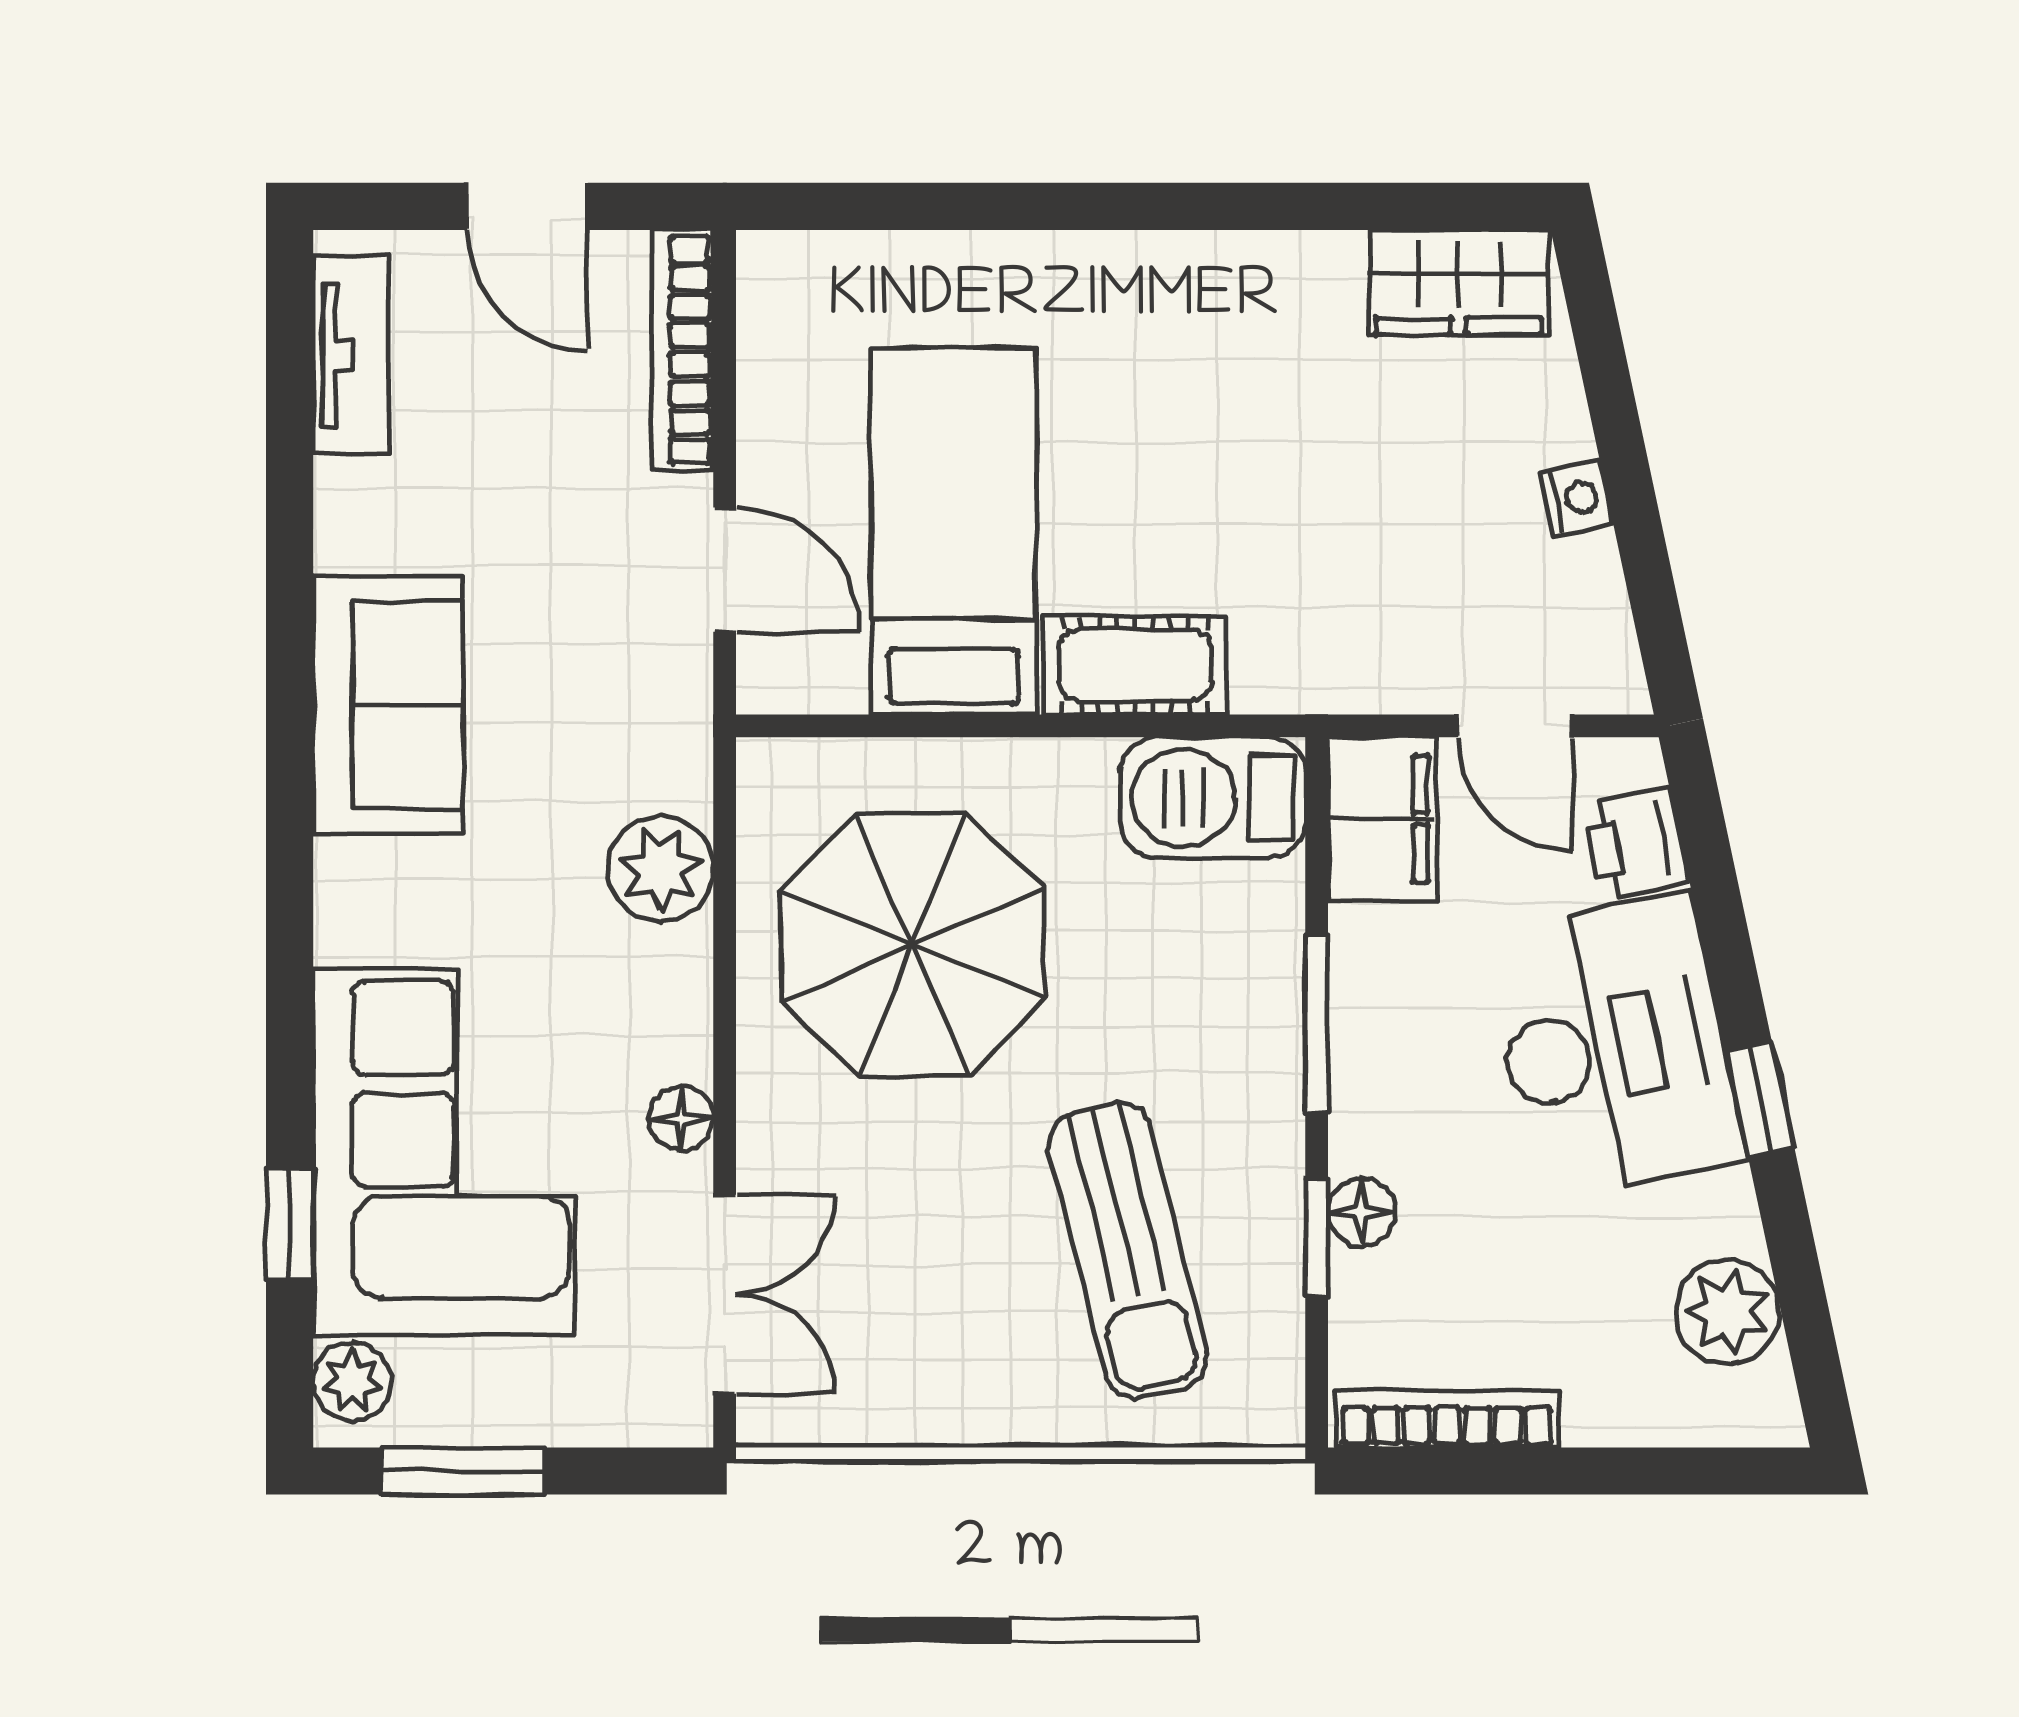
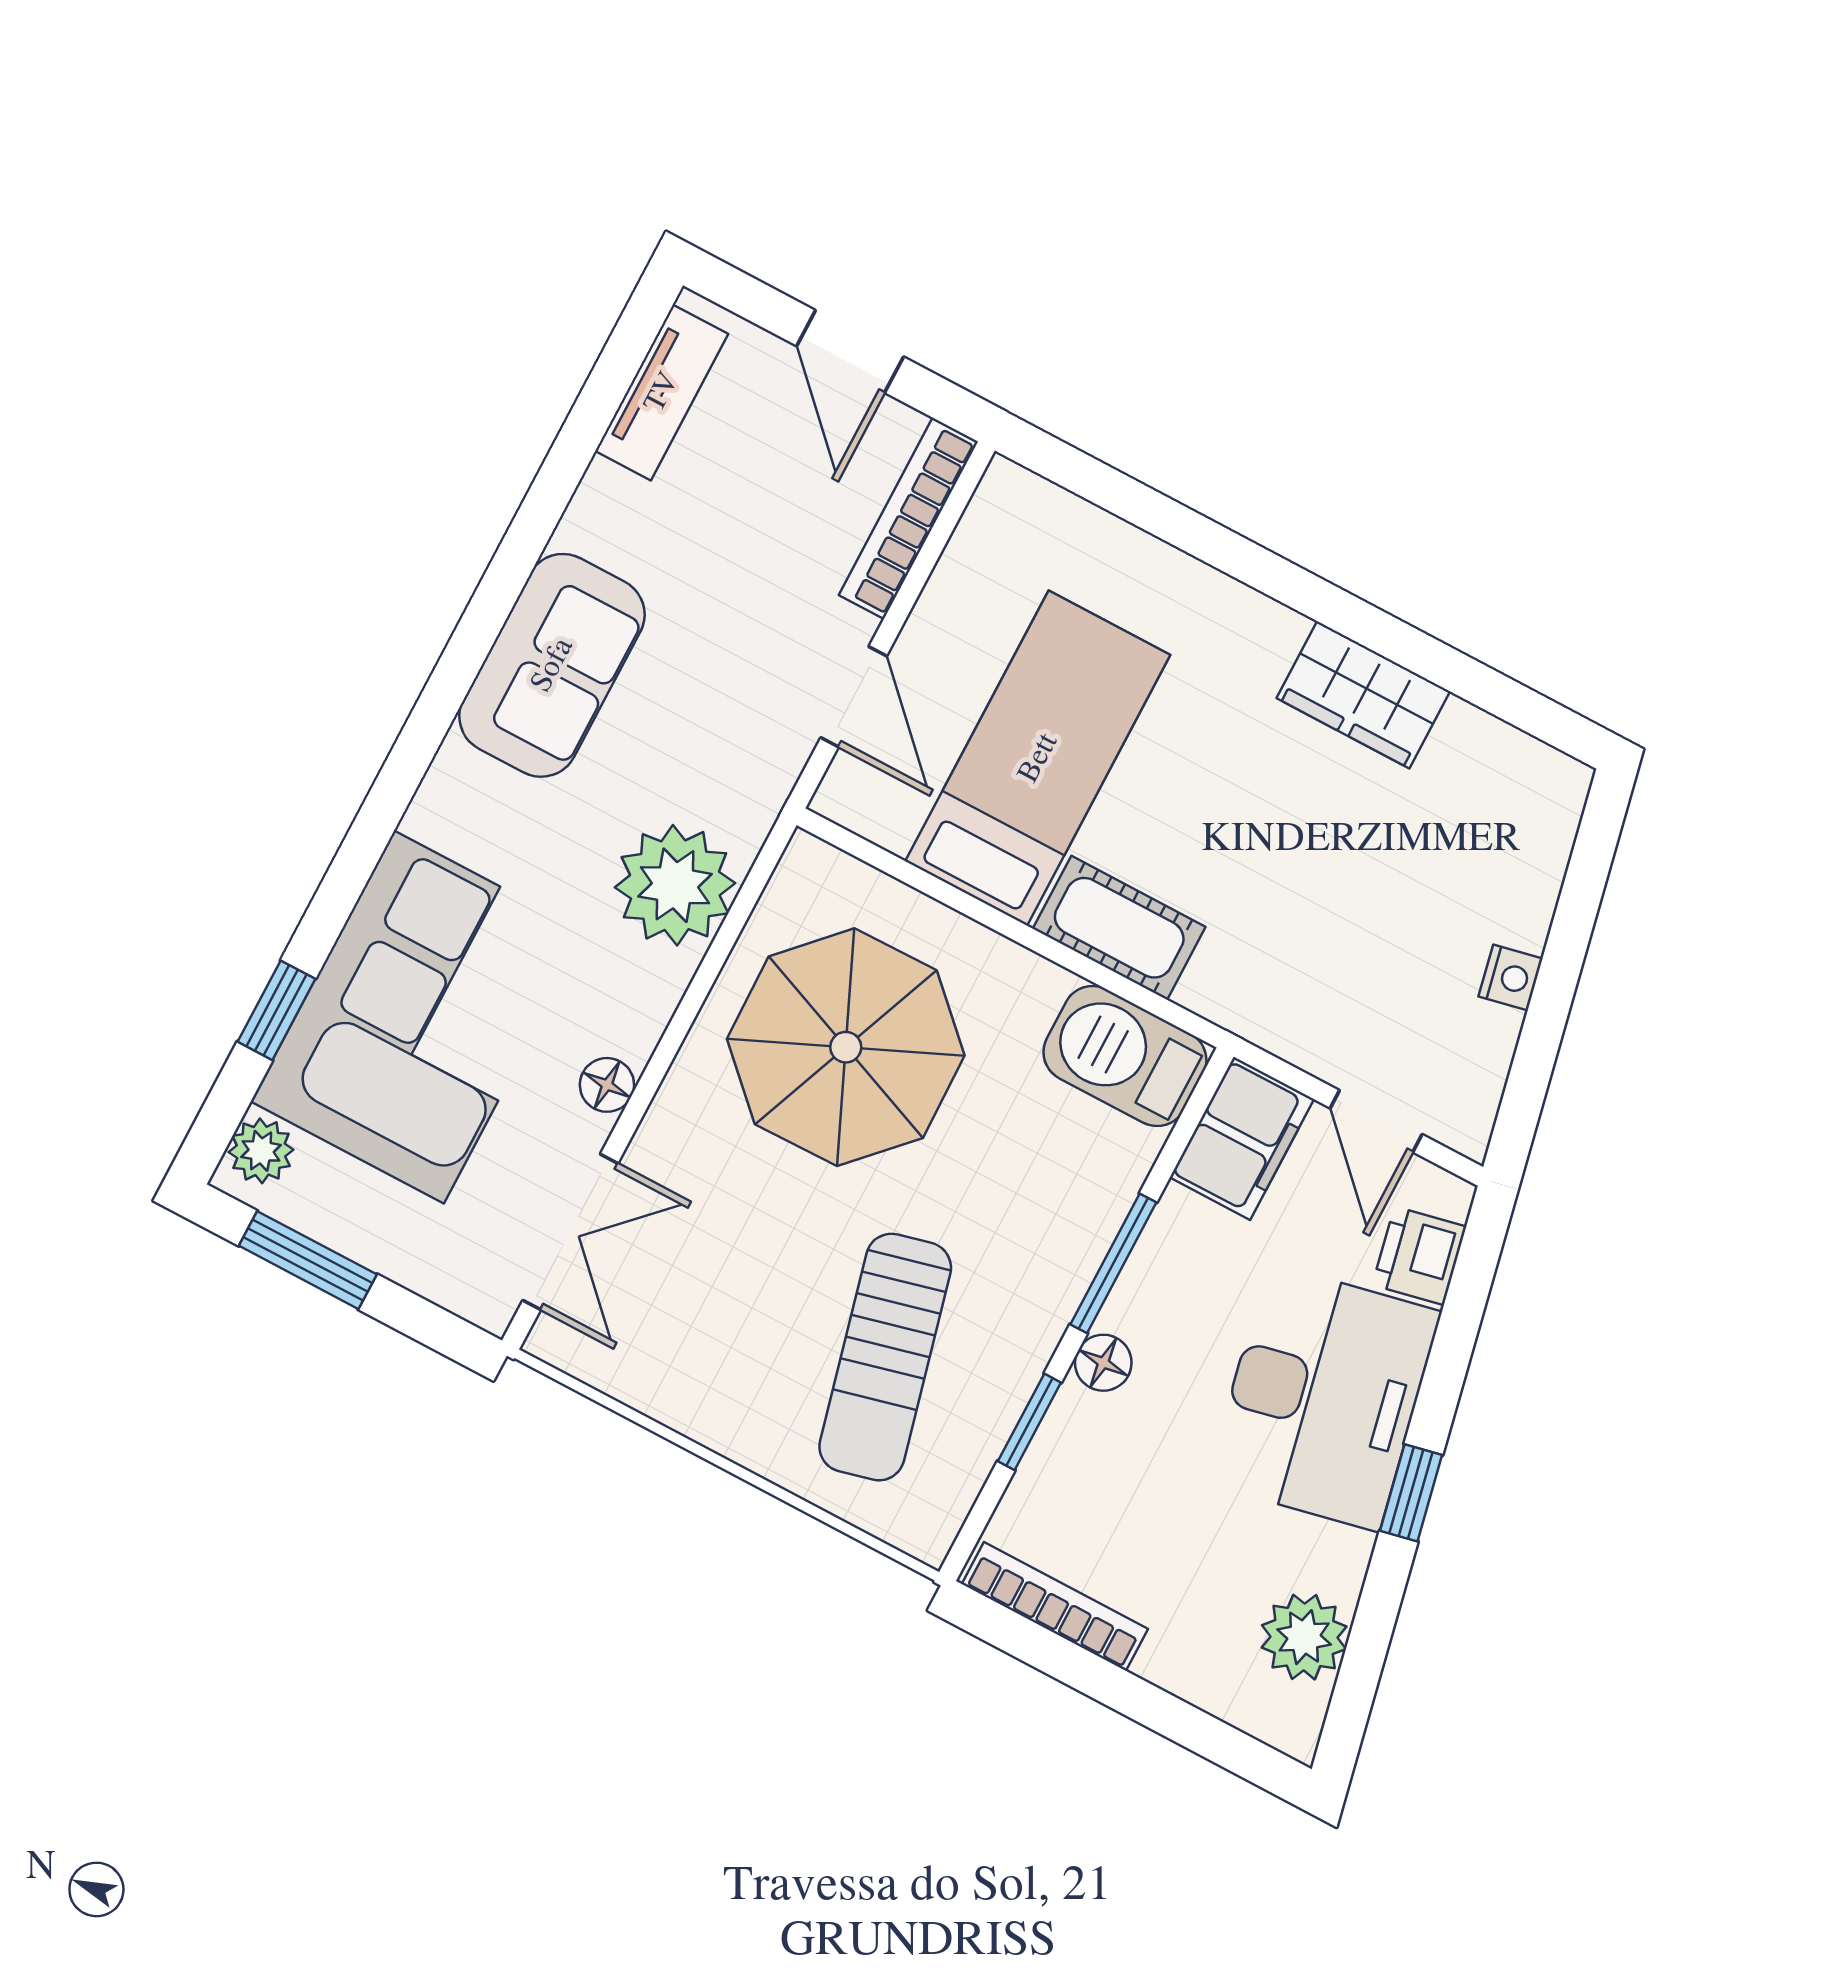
wardrobe: (1459, 282) -> (1363, 695), moved
plant: (660, 869) -> (675, 885), width x1.36, depth x1.36
floor lamp: (1362, 1212) -> (1103, 1363), moved

